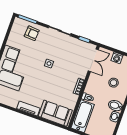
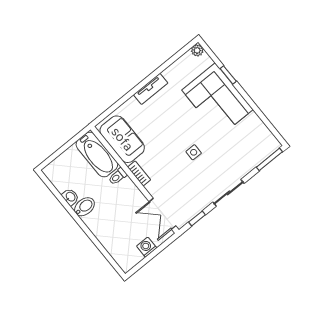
armchair: (32, 33) -> (248, 154), removed
stool: (114, 83) -> (116, 223), removed
sofa: (55, 113) -> (122, 139), moved, turned -90

